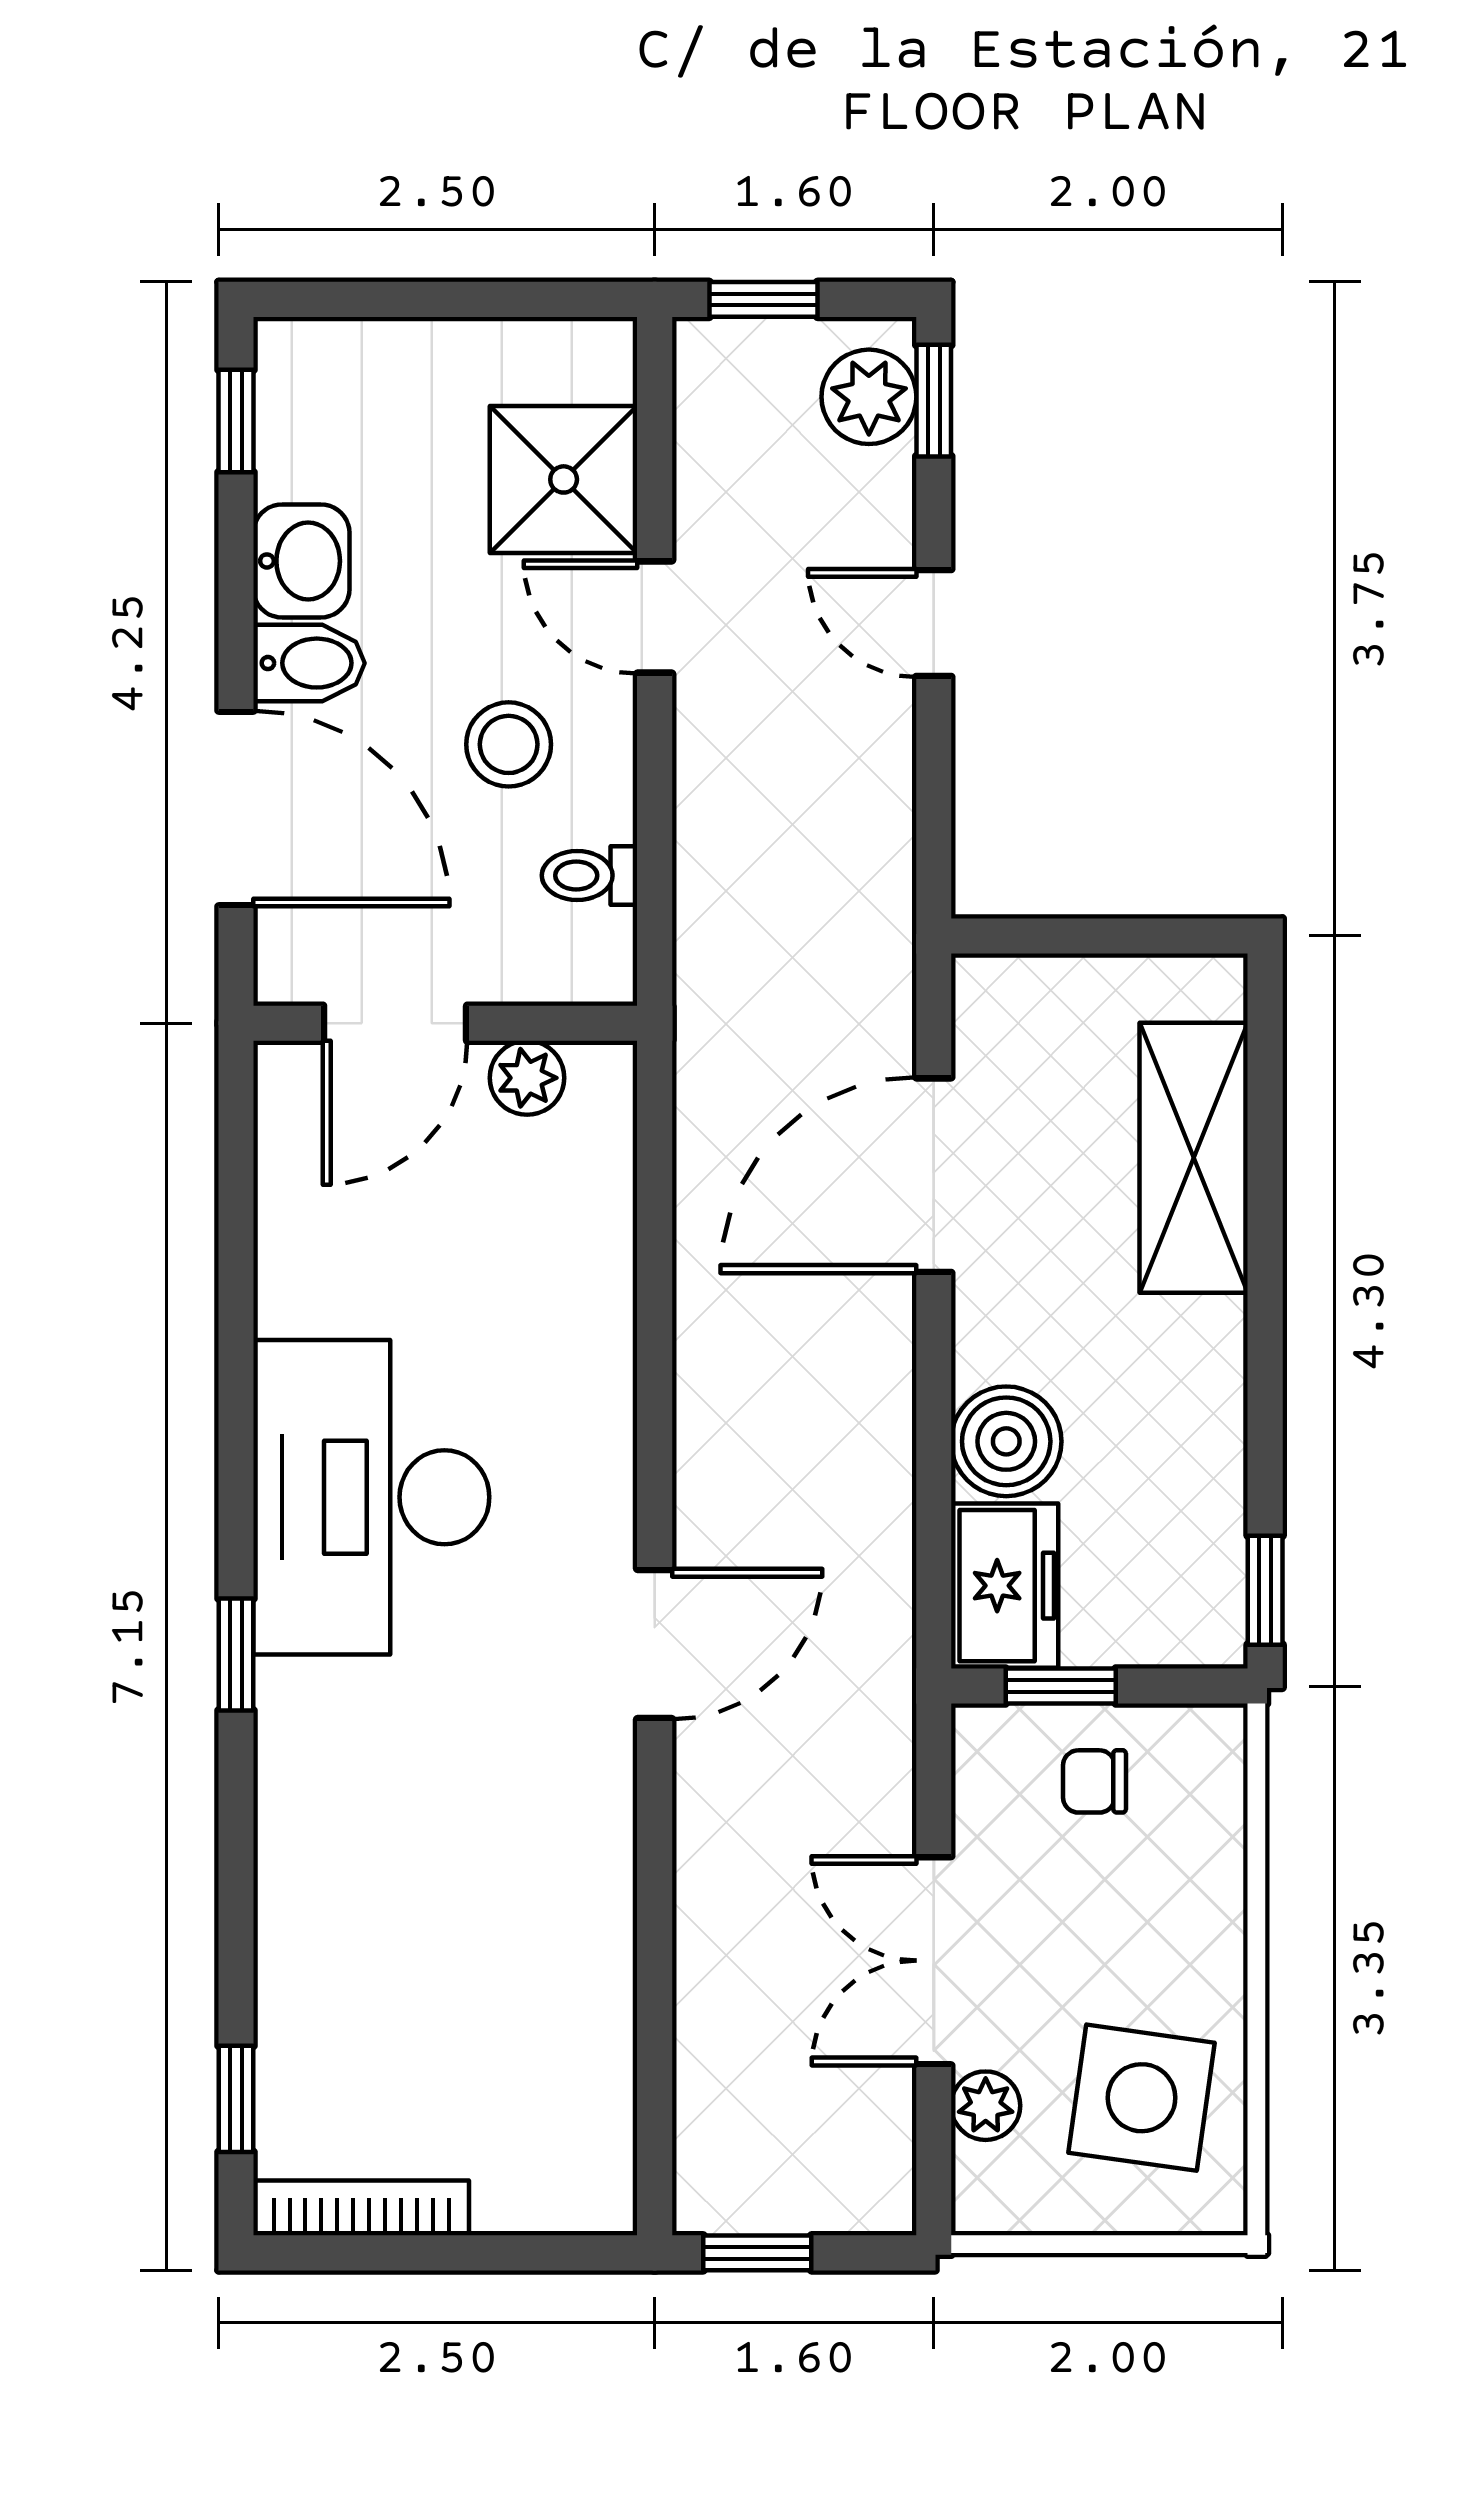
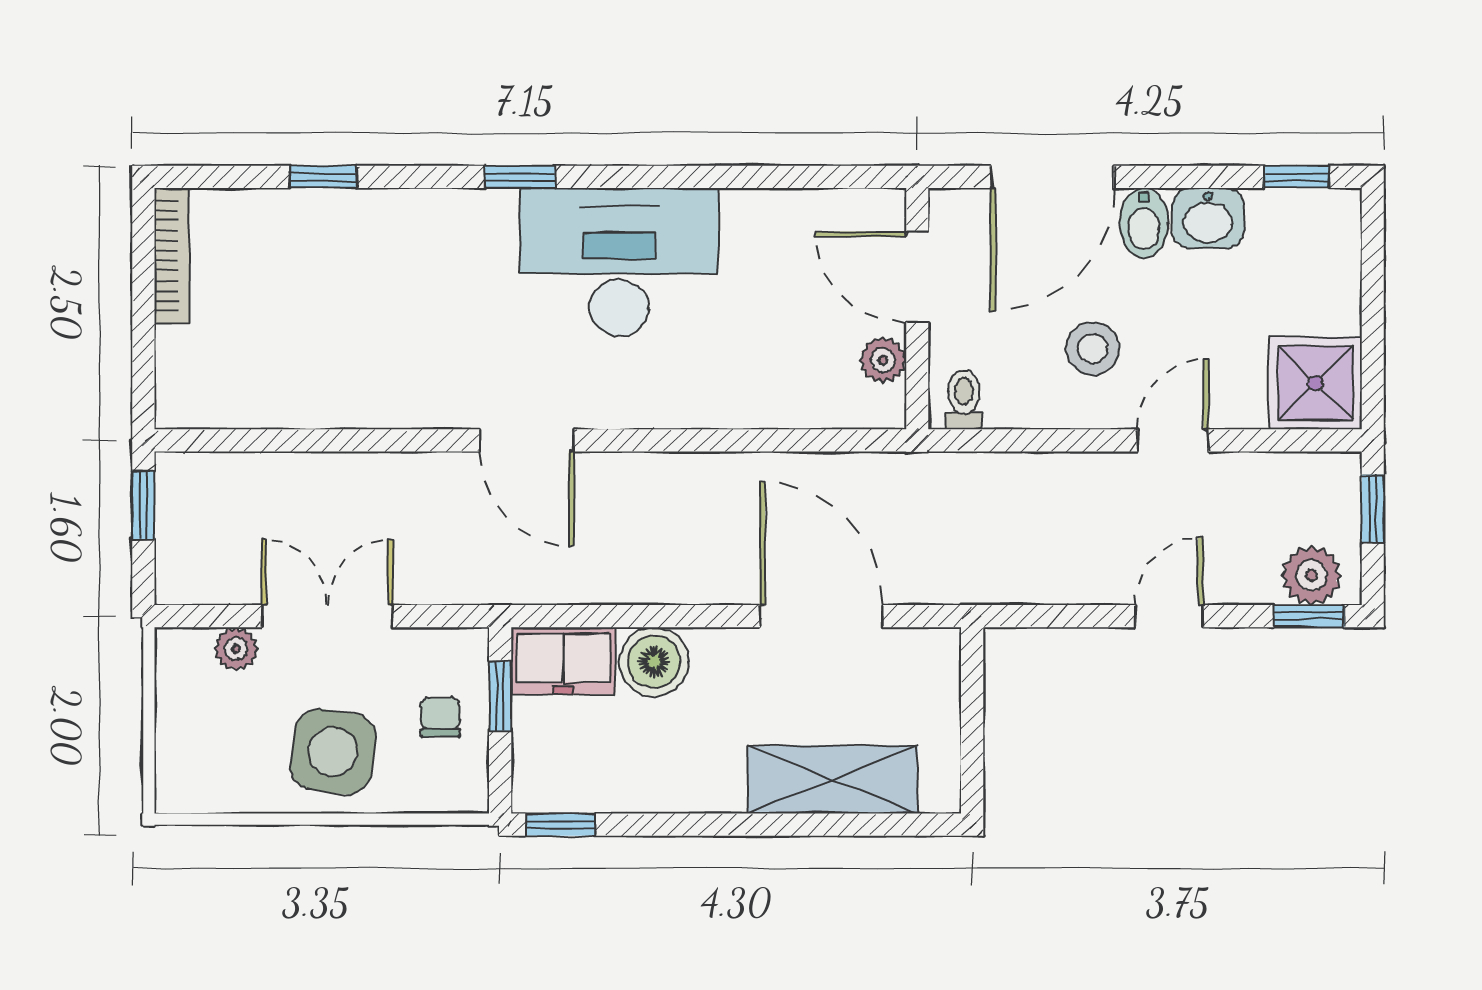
shower: (564, 479) -> (1315, 383), moved
toilet: (590, 875) -> (964, 399), moved
side table: (1142, 2098) -> (333, 752), moved
window: (236, 2099) -> (323, 177), moved

